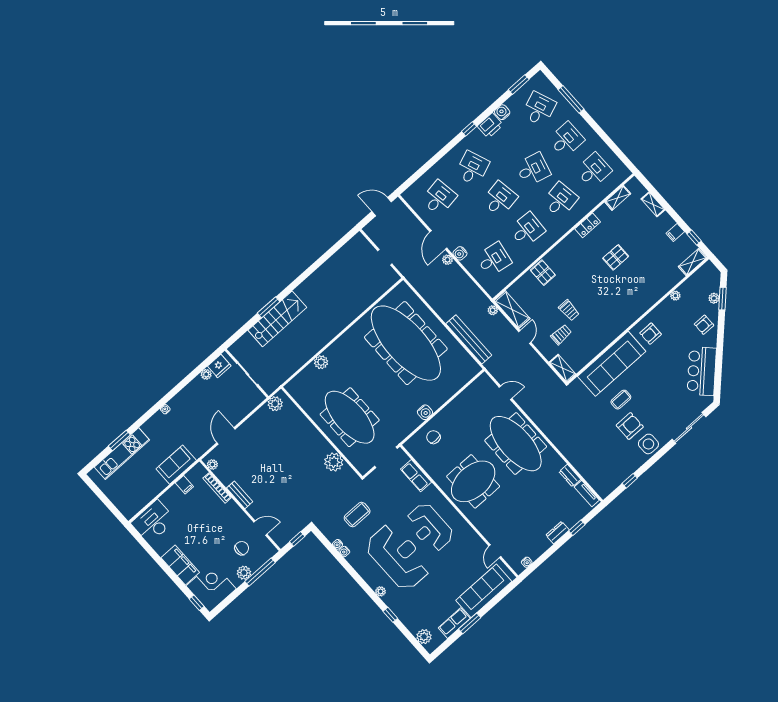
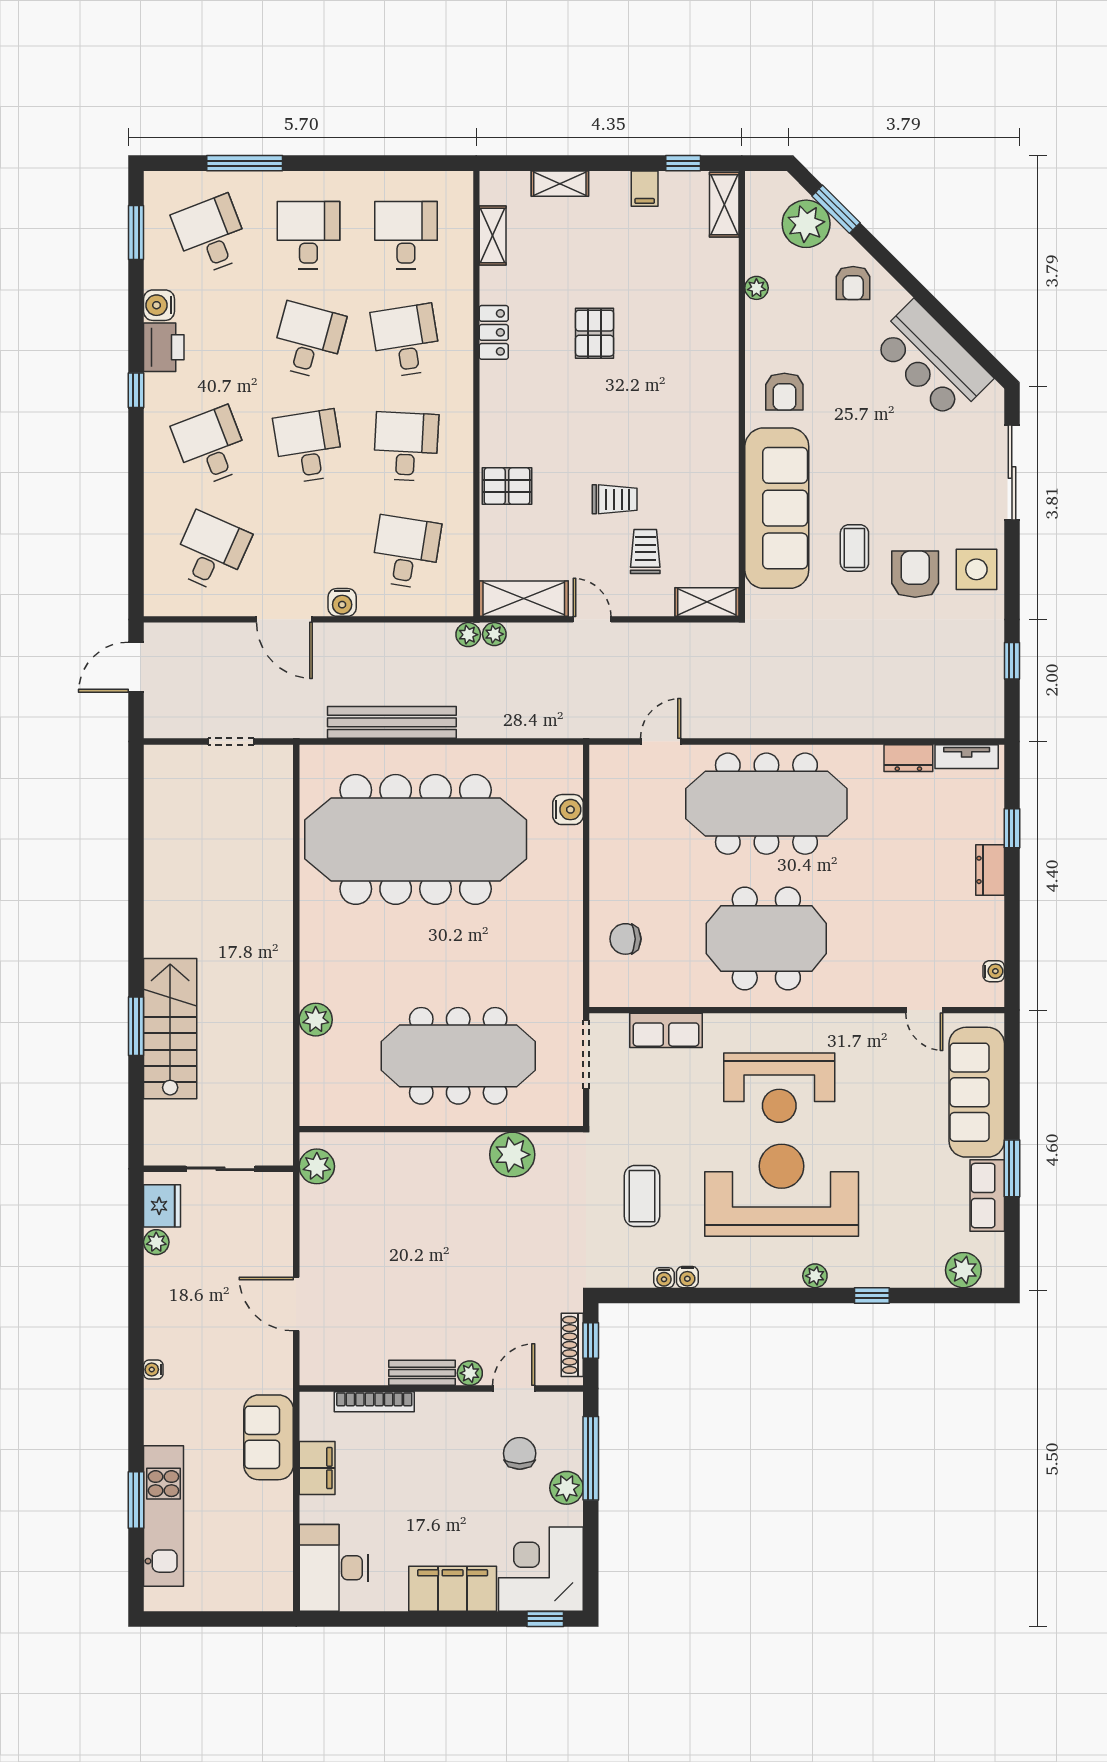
desk: (439, 198) -> (211, 552), turned 33
plant: (447, 260) -> (468, 635), moved
plant: (714, 298) -> (806, 224), width x1.88, depth x1.88
bench: (469, 339) -> (392, 722), moved
water cooler: (425, 412) -> (568, 810), moved
plant: (212, 464) -> (470, 1373), moved
meeting table: (473, 481) -> (766, 938), turned 90
filing cabinet: (184, 485) -> (317, 1468), width x2.00
shoe rack: (291, 534) -> (572, 1345), added

